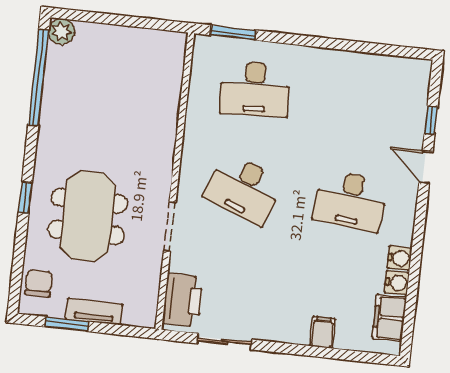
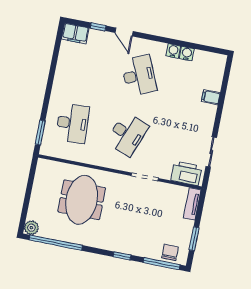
door: (426, 167) -> (124, 32), hinge flipped
desk: (350, 200) -> (139, 75), turned -30
meeting table: (88, 216) -> (82, 200), moved, turned 90
window: (17, 270) -> (162, 264), added
chair: (39, 283) -> (170, 252), turned 90
tv unit: (94, 312) -> (192, 204), moved
filing cabinet: (389, 318) -> (75, 34), moved

